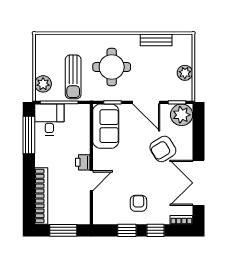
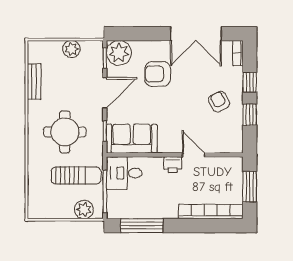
desk: (49, 119) -> (124, 173), moved
armchair: (163, 149) -> (158, 74), turned 122
armchair: (138, 203) -> (219, 102), turned 62

